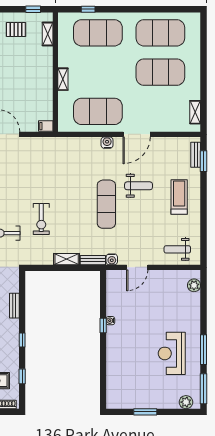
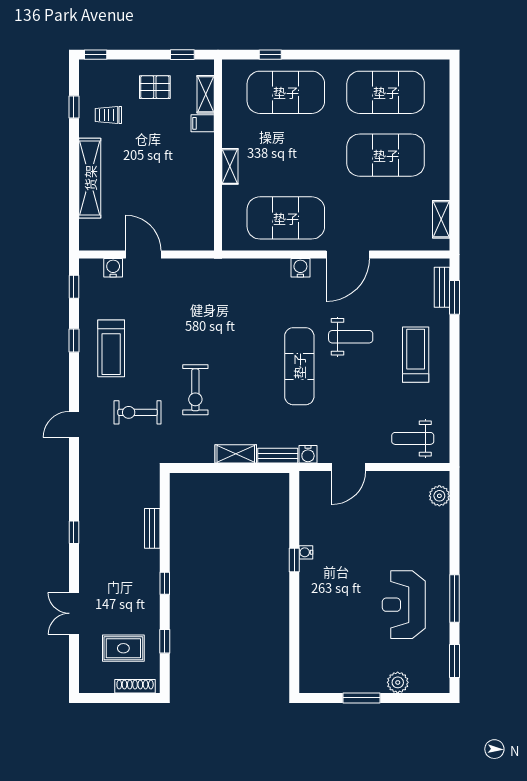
filing cabinet: (46, 126) -> (203, 123), moved
window: (203, 389) -> (455, 661), width x0.69
plant: (186, 402) -> (398, 682), moved

